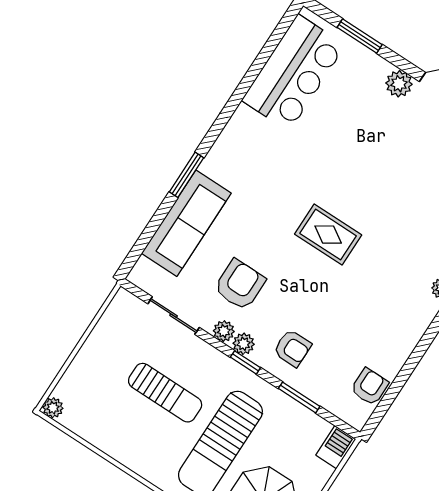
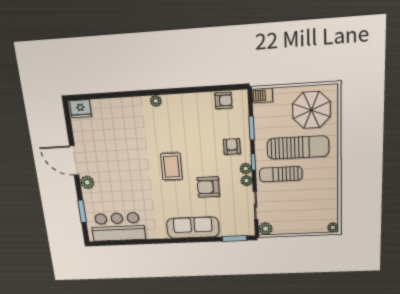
window: (187, 175) -> (234, 239), moved
sofa: (186, 223) -> (193, 228), moved
armchair: (240, 285) -> (208, 187), moved
plant: (124, 303) -> (266, 229), added
armchair: (370, 387) -> (223, 100), turned 180
sun lounger: (165, 393) -> (281, 174), moved, turned -90

